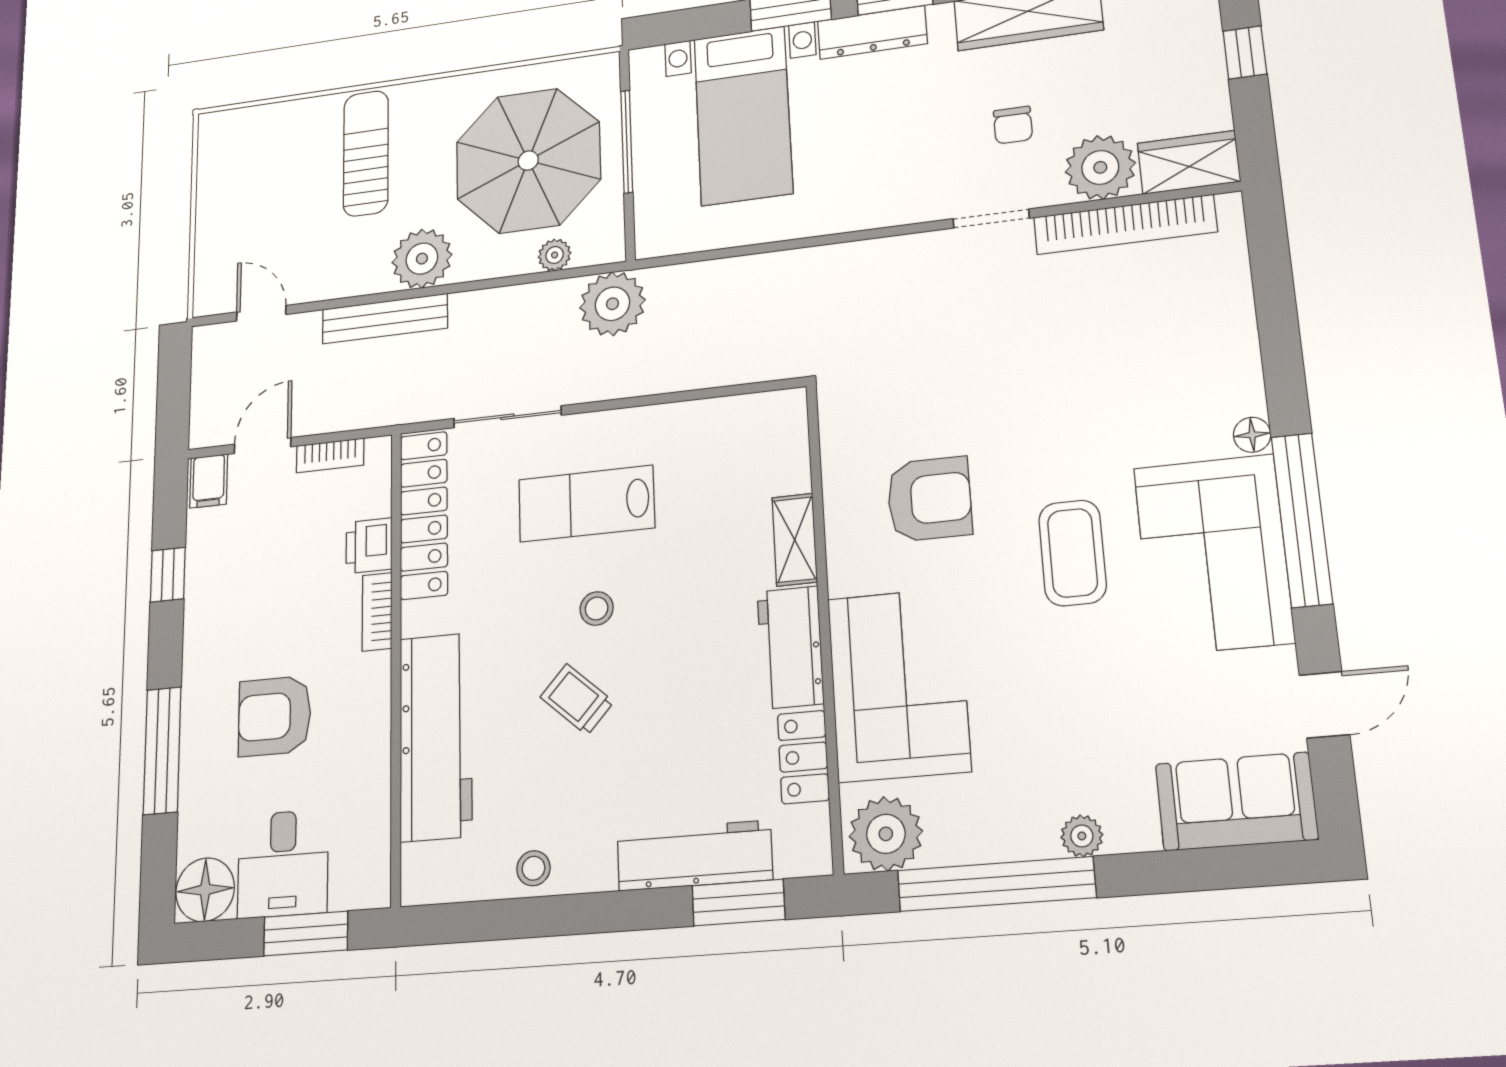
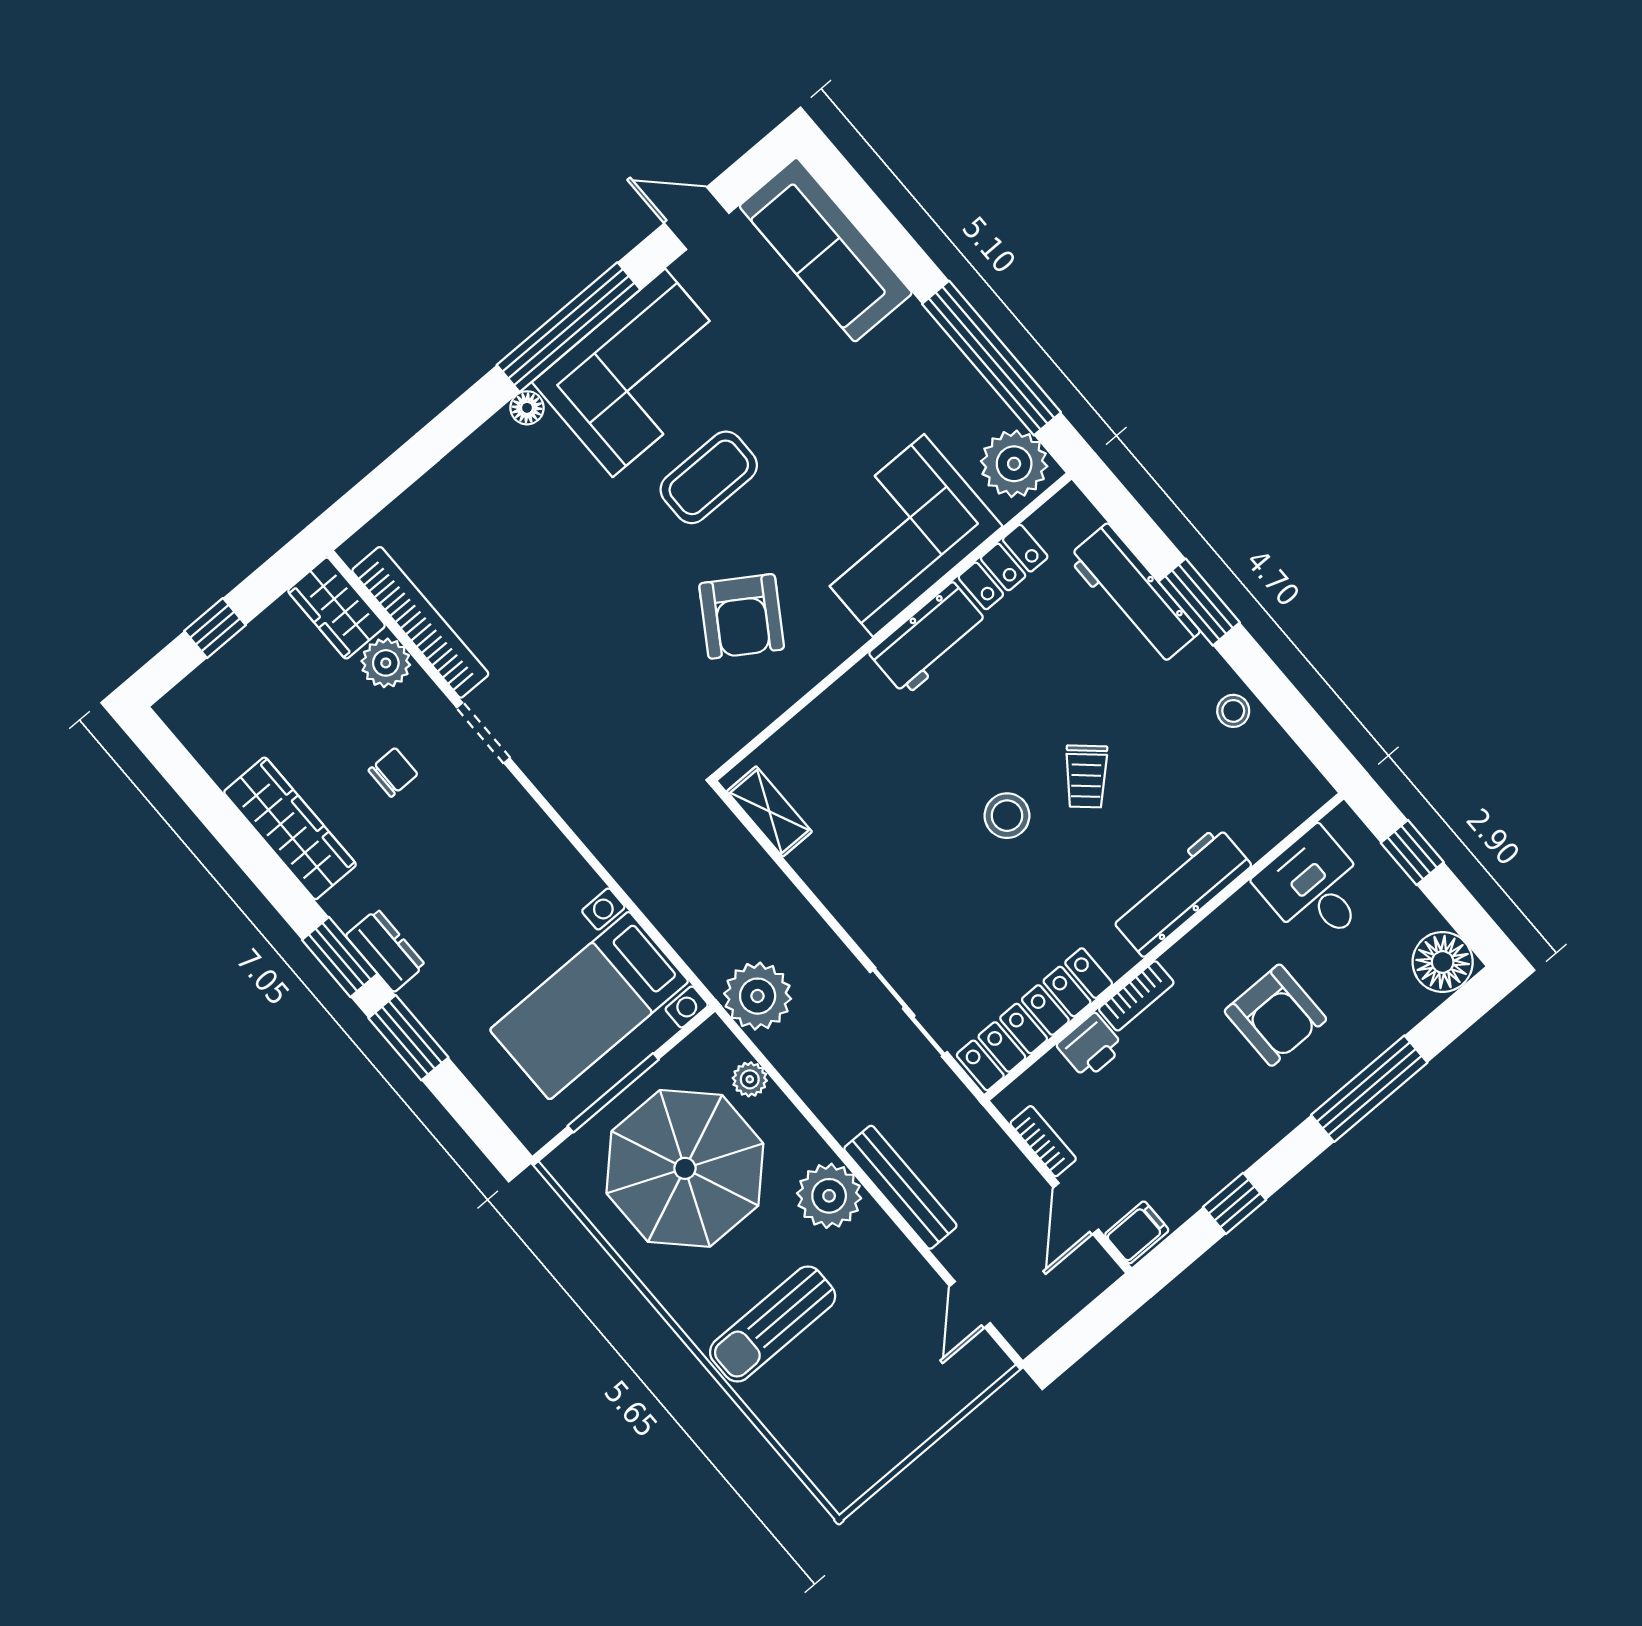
dresser: (872, 32) -> (386, 950), width x0.70
bed with nightstands: (743, 115) -> (589, 1006), moved, turned 180
plant: (1100, 167) -> (386, 663), width x0.73, depth x0.73
door: (263, 446) -> (1076, 1208), hinge flipped
armchair: (929, 499) -> (742, 616), turned -147
lab bench: (586, 504) -> (932, 889), removed
shelving: (795, 540) -> (769, 811), moved, turned 90
stool: (597, 608) -> (1007, 816), width x1.37, depth x1.37
workbench: (436, 736) -> (1181, 891), width x0.73, depth x0.76
sofa: (1236, 802) -> (826, 250), width x1.36
plant: (1082, 836) -> (913, 322), removed
desk: (283, 864) -> (1315, 888), moved, turned -90
window: (738, 902) -> (1199, 602), moved
window: (306, 934) -> (1412, 853), width x0.67

